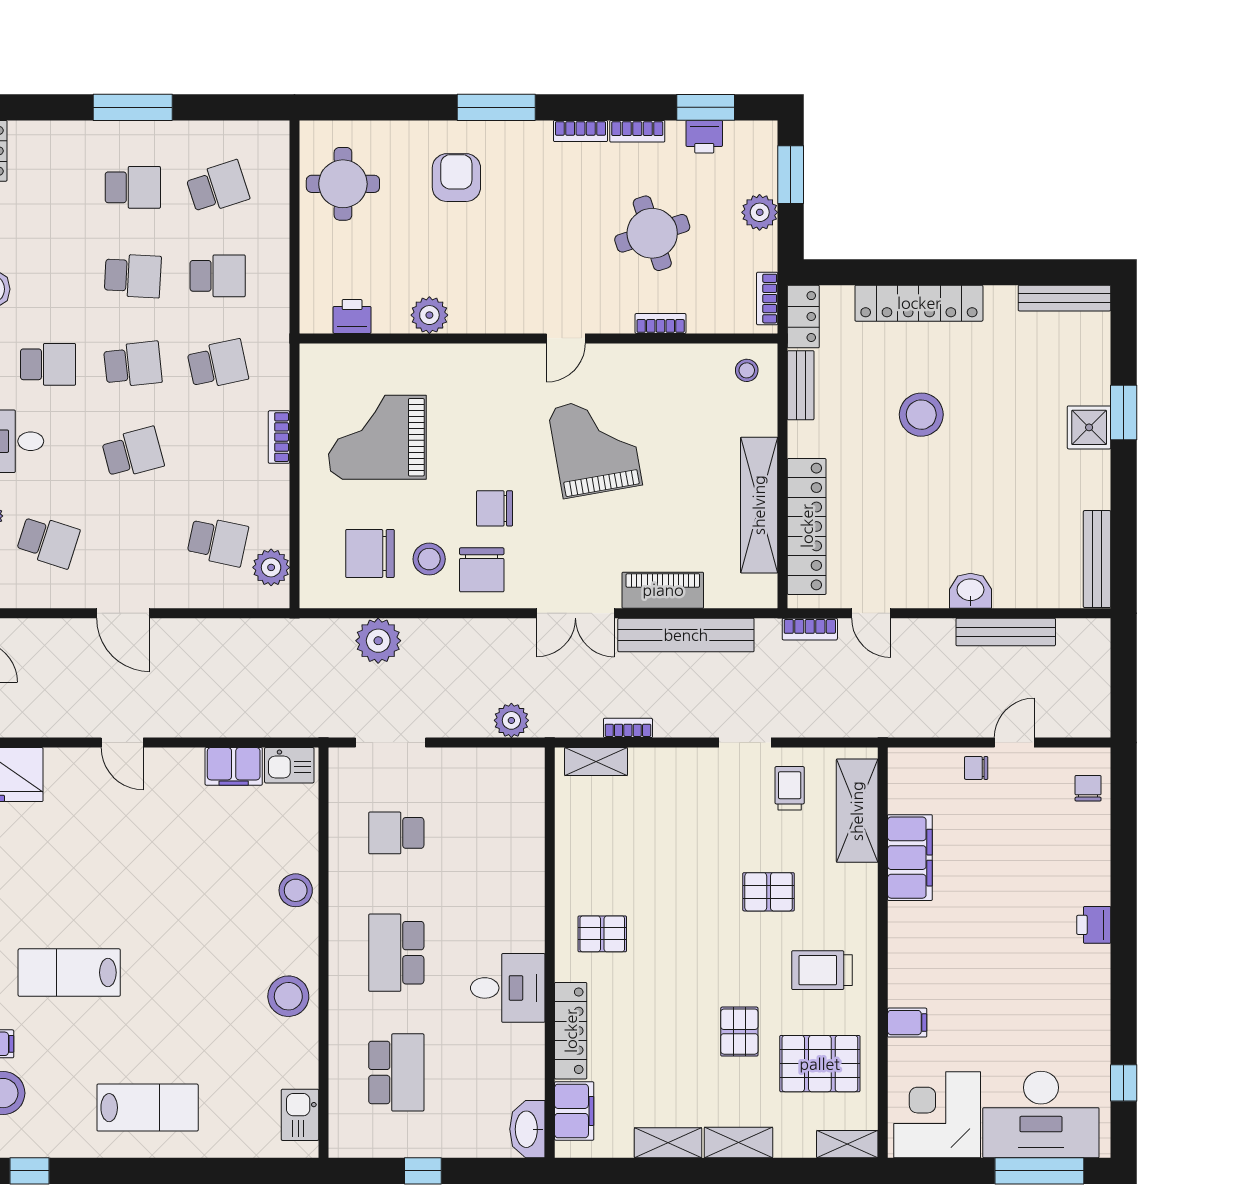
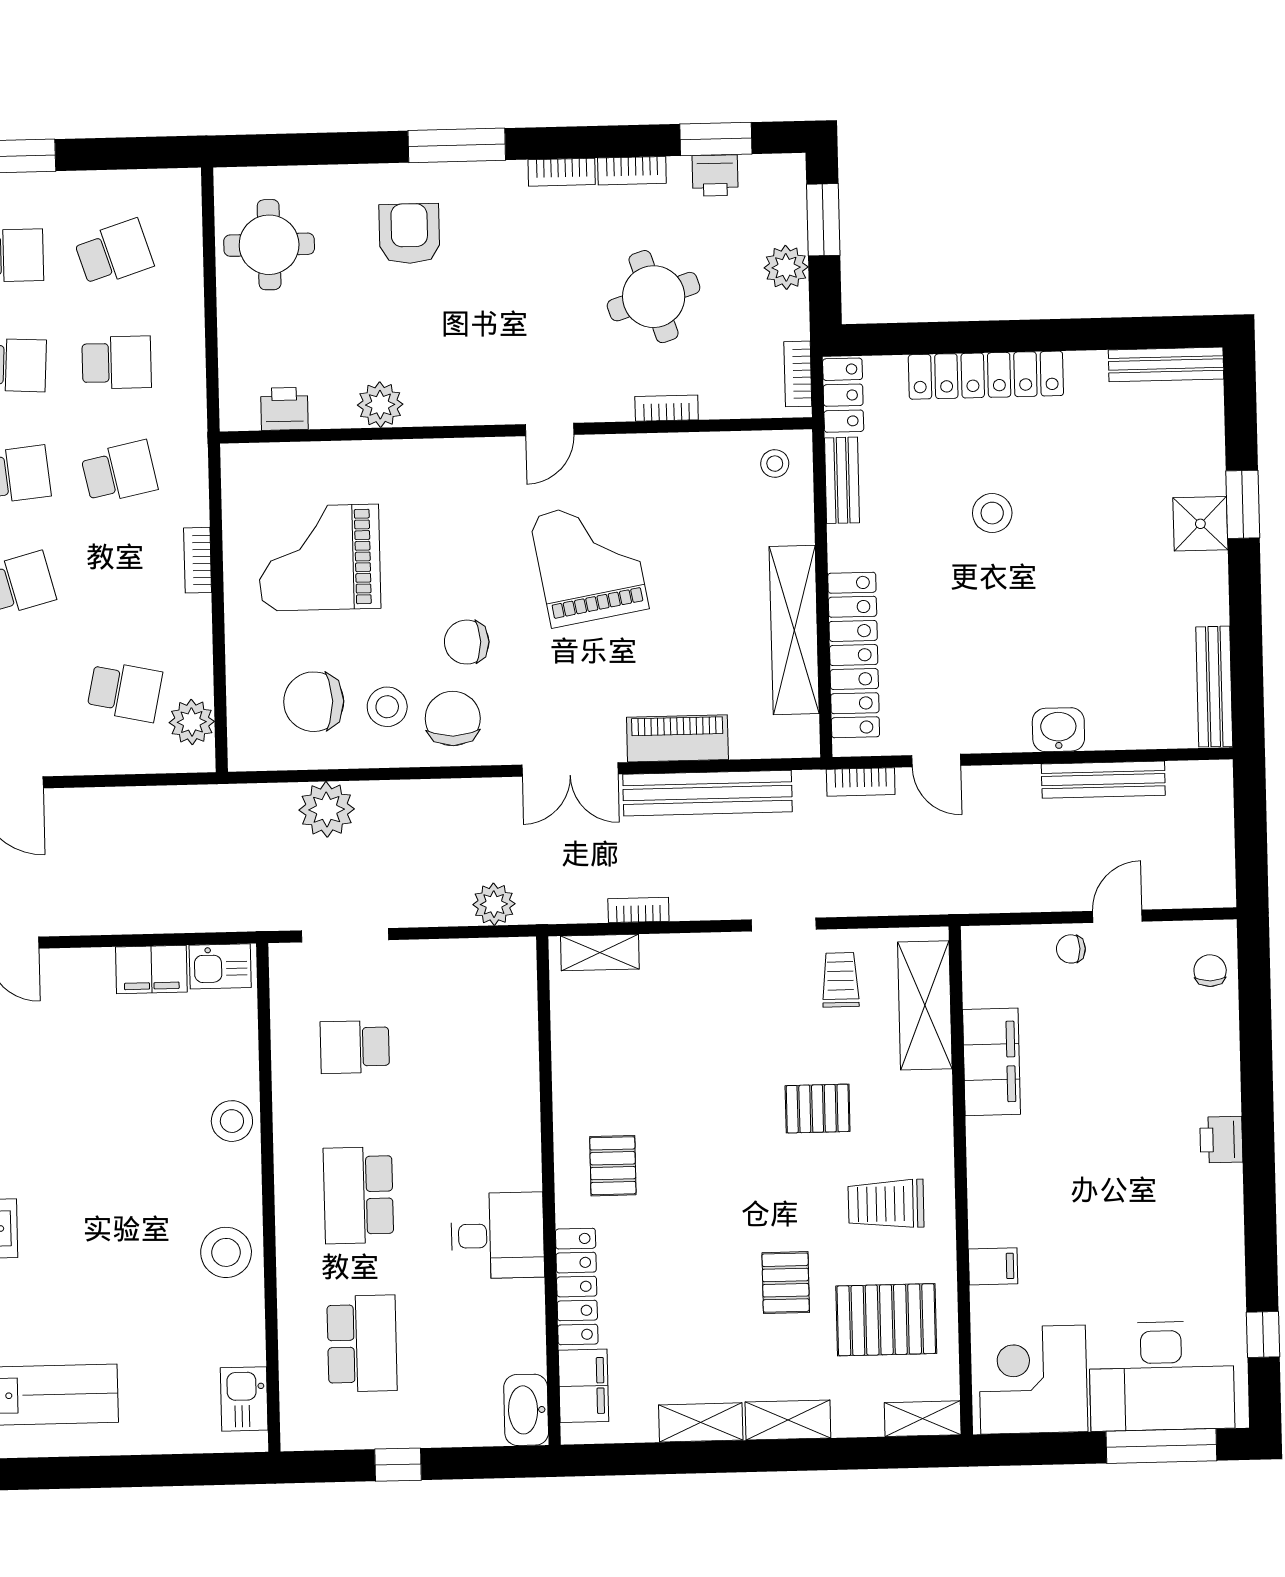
stool: (921, 415) -> (992, 513), width x0.73, depth x0.73
chair: (482, 570) -> (453, 719), turned 180
pallet: (602, 934) -> (613, 1166), turned 90

